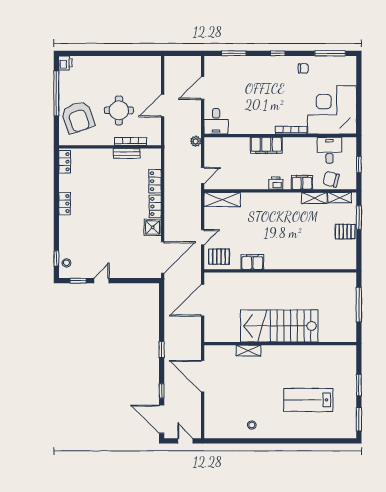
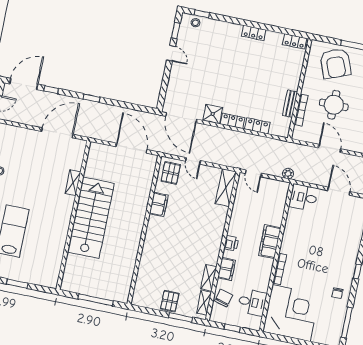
armchair: (78, 117) -> (335, 63), turned -92

